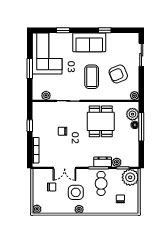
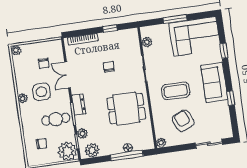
plant: (132, 114) -> (92, 150), moved
dresser: (103, 162) -> (79, 105), moved

